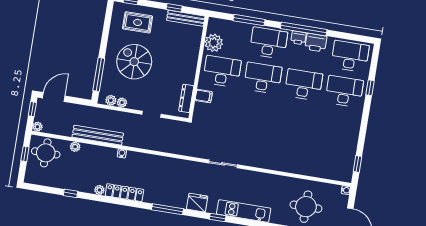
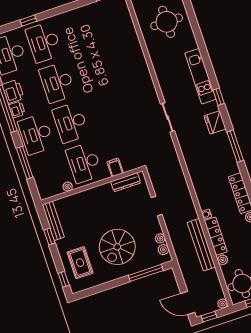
plant: (214, 43) -> (68, 187), width x0.53, depth x0.53
locker: (99, 152) -> (216, 236), added

